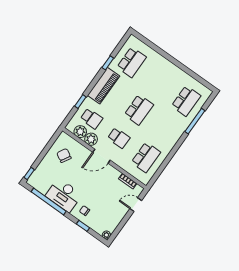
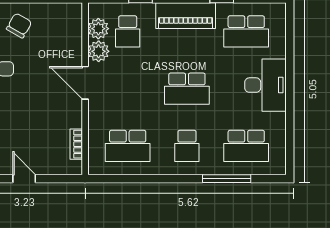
desk: (164, 71) -> (265, 85), added
school desk: (119, 138) -> (187, 146), moved
chair: (64, 155) -> (19, 26), moved
door: (136, 205) -> (24, 179), moved

